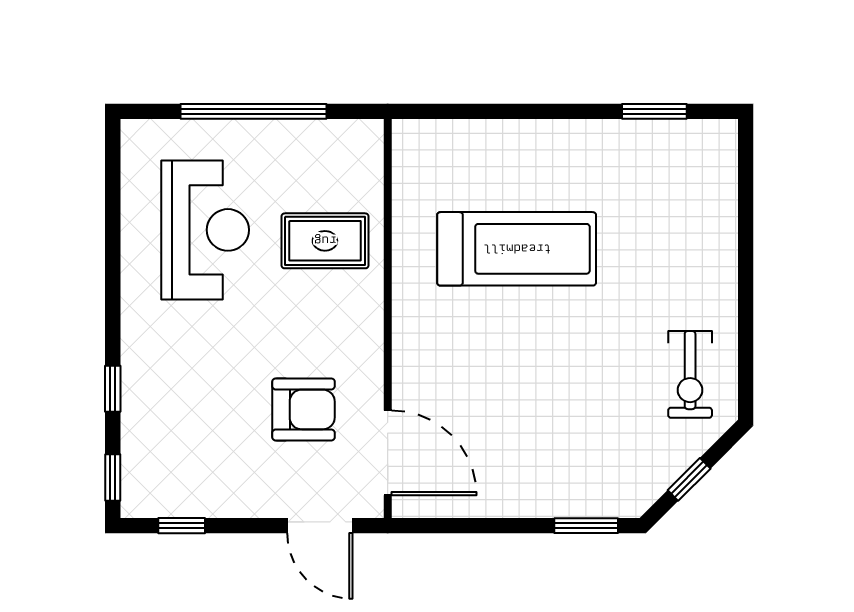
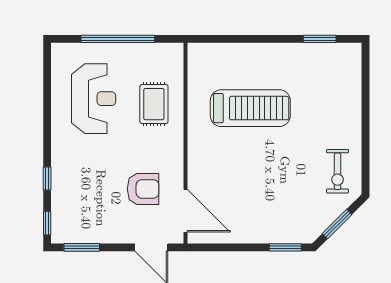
rug: (325, 241) -> (154, 104), turned 90
window: (689, 479) -> (337, 224), width x1.50
window: (182, 526) -> (82, 247), width x1.50

